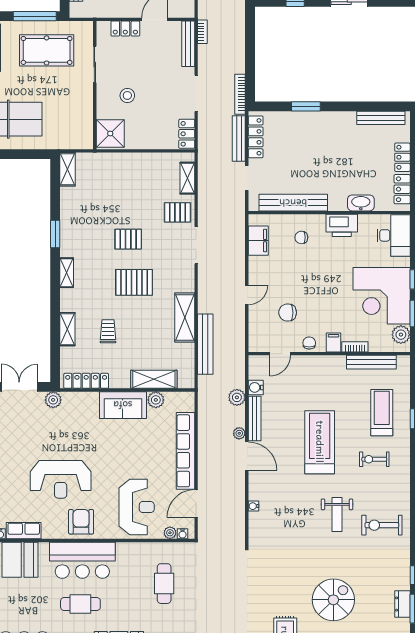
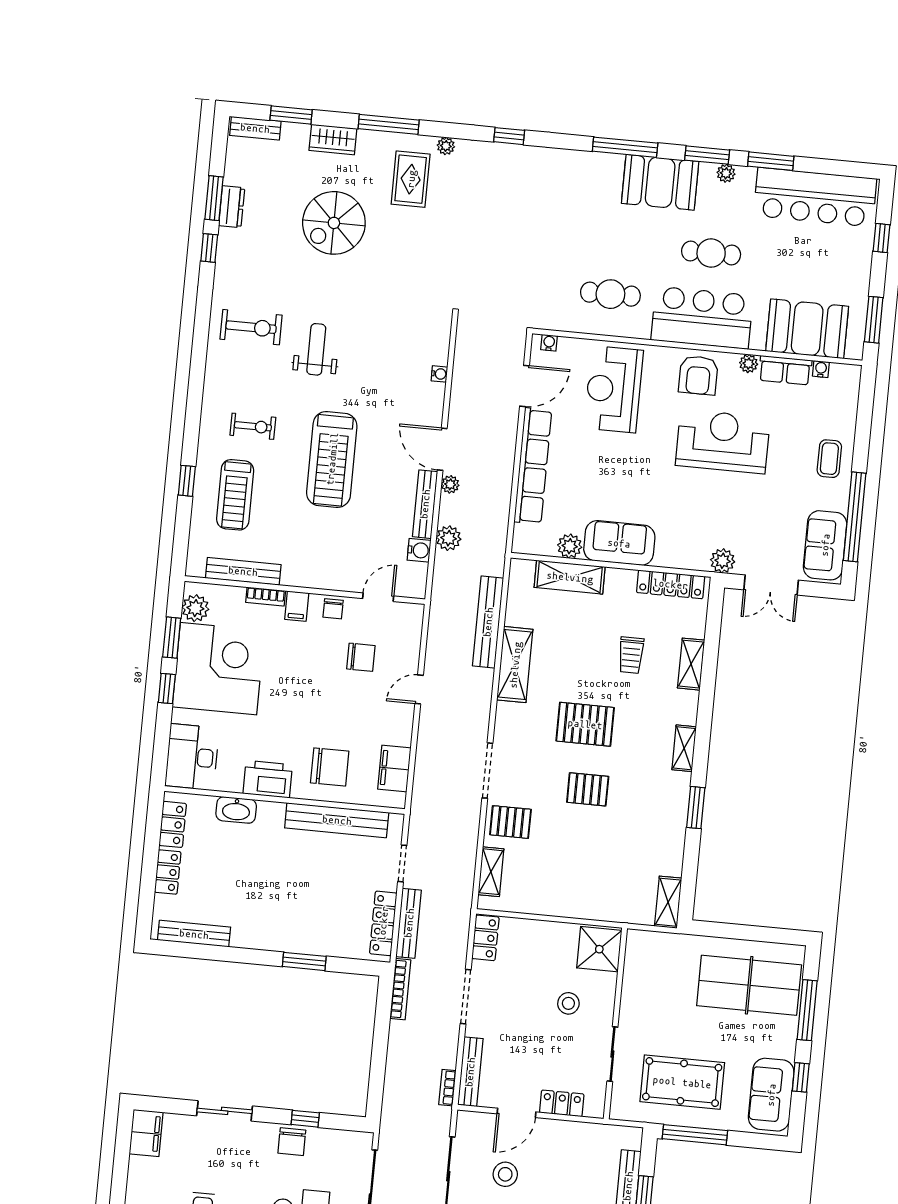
chair: (301, 237) -> (330, 767), width x1.87, depth x1.87
plant: (170, 533) -> (749, 364), moved
cafe table: (164, 584) -> (610, 294), moved, turned 90

